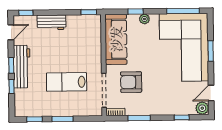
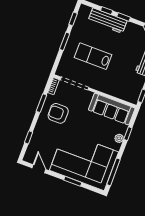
workbench: (22, 67) -> (108, 21), moved
lab bench: (67, 82) -> (93, 56), turned -90
armchair: (131, 82) -> (58, 113), moved, turned -90
plant: (202, 108) -> (30, 157), removed

